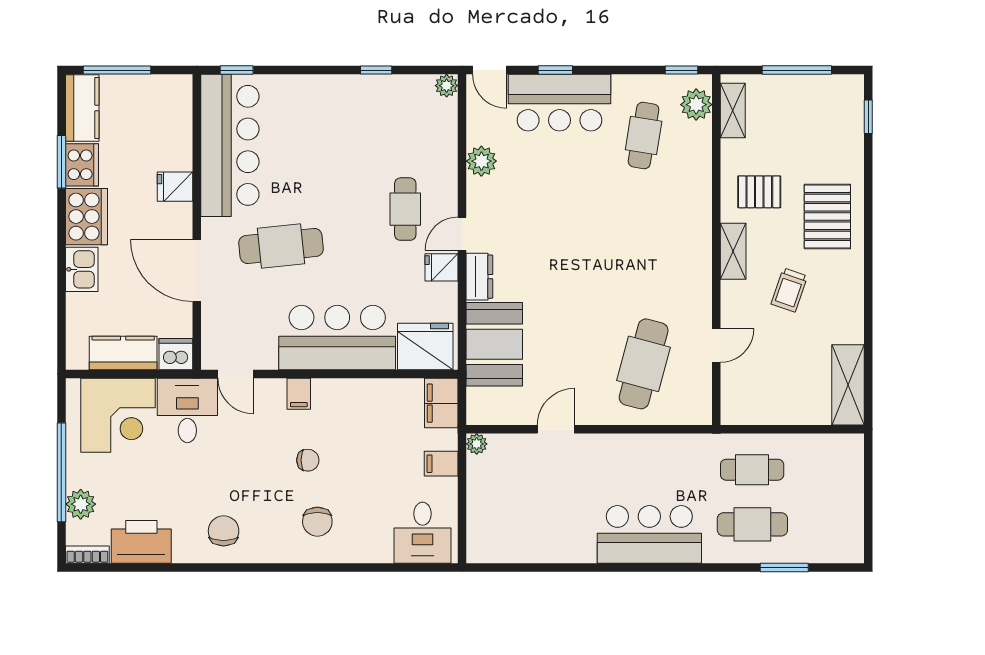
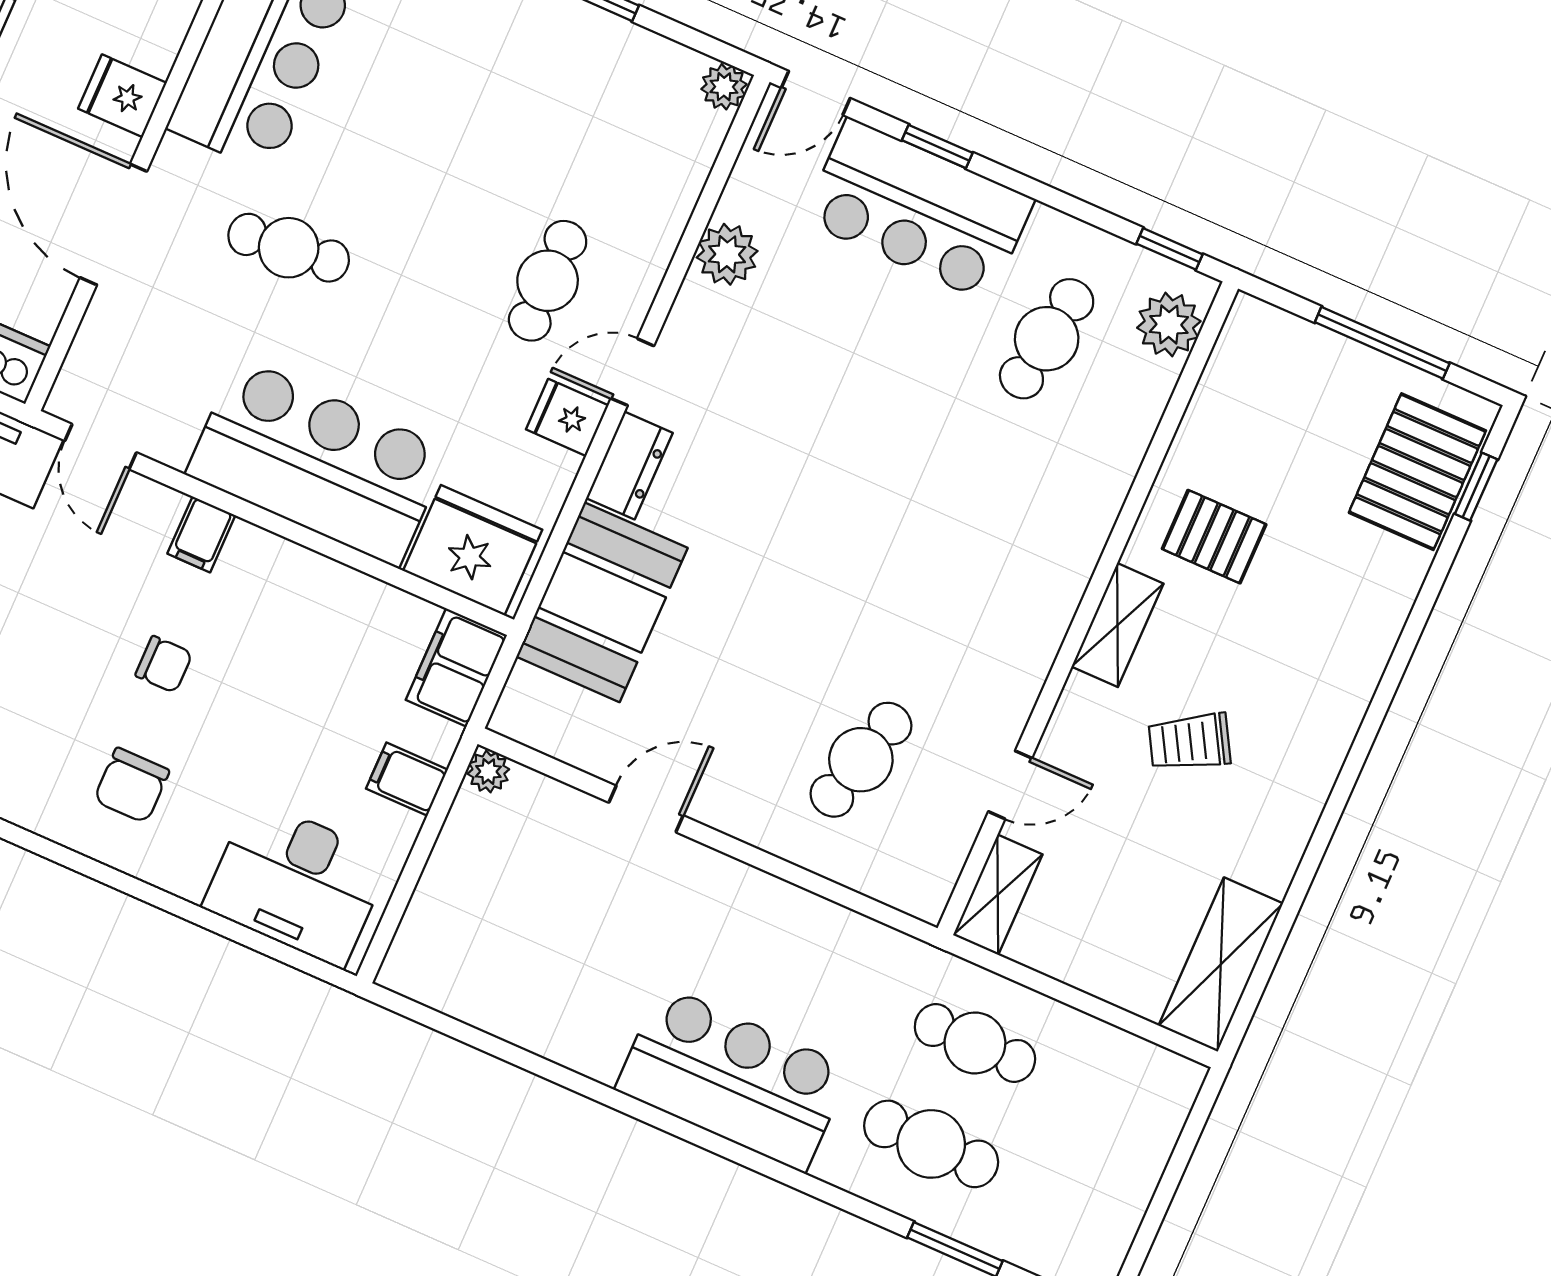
door: (489, 70) -> (816, 93), hinge flipped
shelving: (733, 110) -> (998, 895), moved
fridge: (175, 187) -> (122, 96), moved
pallet: (827, 217) -> (1417, 472), moved
cafe table: (281, 246) -> (289, 248), width x0.73, depth x0.74
trolley: (789, 290) -> (1190, 742), turned 41
cafe table: (644, 364) -> (861, 760), width x0.73, depth x0.74
desk: (423, 533) -> (297, 883), width x1.37

